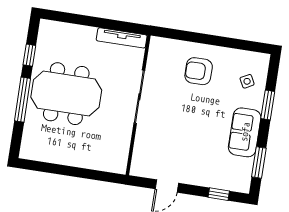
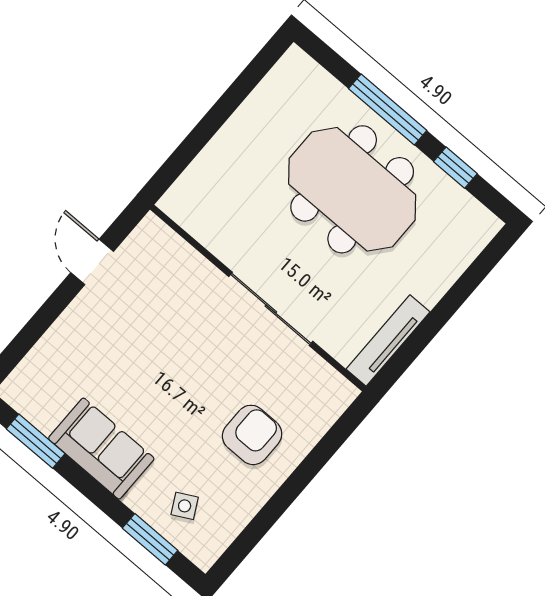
meeting table: (66, 94) -> (352, 189), turned 90
window: (268, 105) -> (150, 539), moved
window: (219, 194) -> (24, 341), removed

